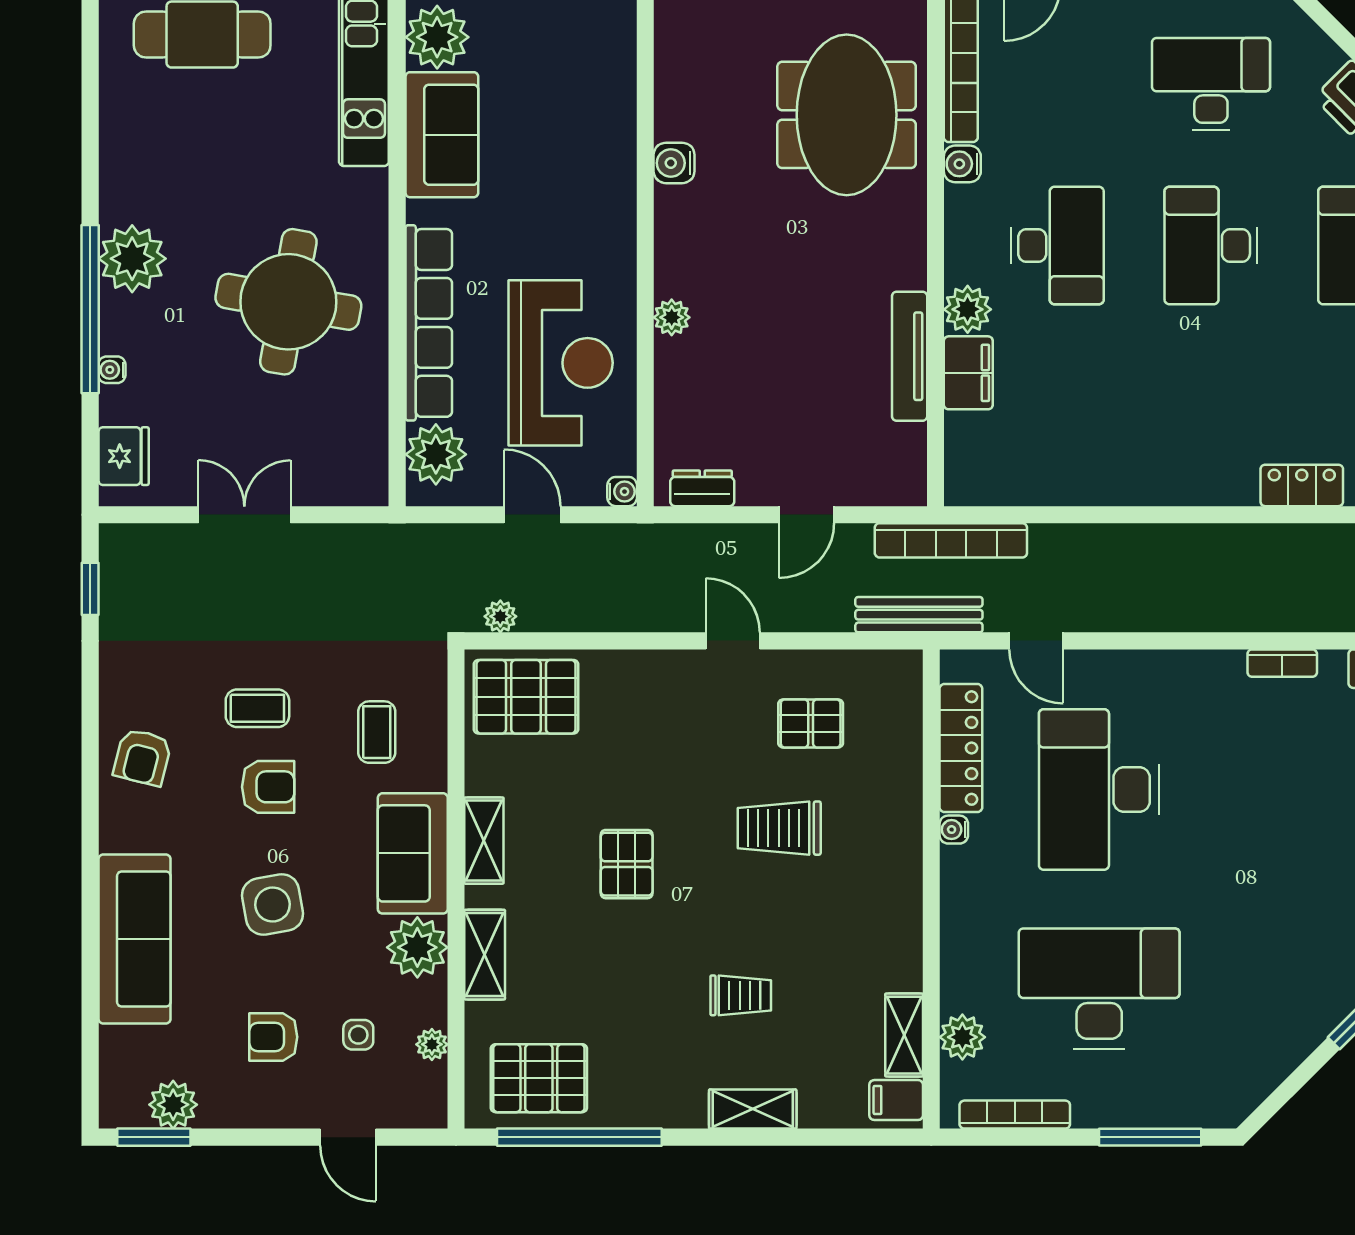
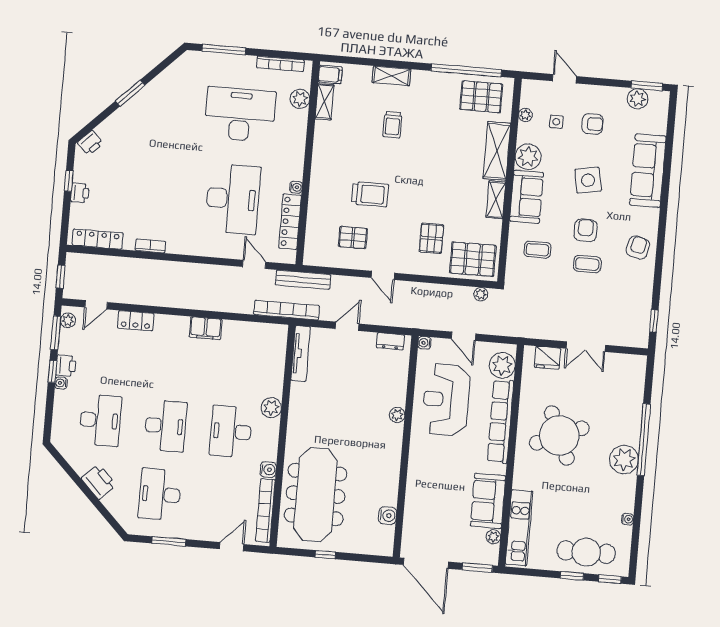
plant: (437, 37) -> (493, 537), width x0.53, depth x0.53
desk: (1211, 84) -> (160, 494), turned 90
meeting table: (847, 115) -> (316, 495), width x1.36
water cooler: (674, 163) -> (387, 516), moved
round table: (288, 302) -> (559, 436), turned -33
tv unit: (910, 356) -> (301, 354), moved
water cooler: (112, 370) -> (628, 519), moved
filing cabinet: (968, 373) -> (206, 328), moved, turned -90
fridge: (124, 456) -> (548, 358), moved, turned -90
coffee table: (377, 732) -> (537, 250), turned 90
armchair: (268, 787) -> (586, 230), turned 90
pallet: (627, 864) -> (431, 238), moved
shelving: (485, 955) -> (497, 151), width x1.50, depth x1.33
desk: (1099, 988) -> (240, 114), turned 180
trolley: (741, 995) -> (392, 125), turned -90

